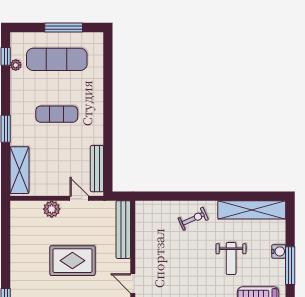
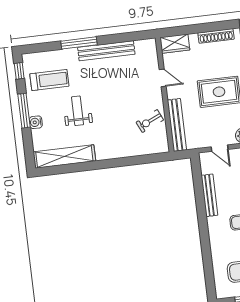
bench: (97, 169) -> (209, 195), moved
exercise bike: (193, 219) -> (150, 121), moved

